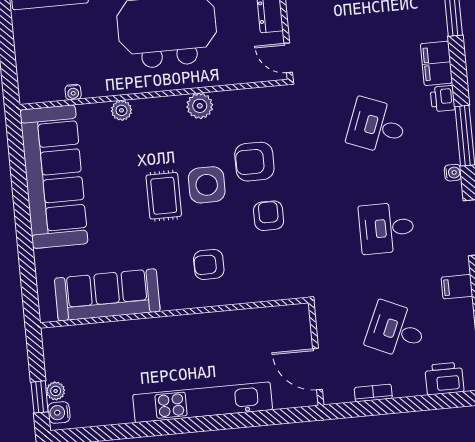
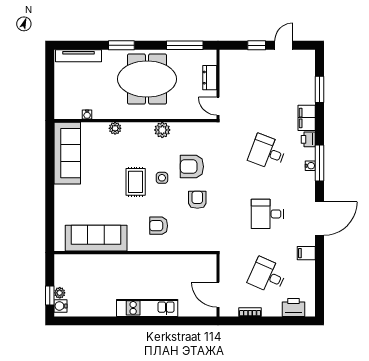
water cooler: (453, 173) -> (310, 166), moved
sofa: (54, 177) -> (67, 153), width x0.74, depth x0.79
side table: (207, 185) -> (162, 178), width x0.54, depth x0.54
kitchen unit: (203, 402) -> (147, 308), width x0.73

